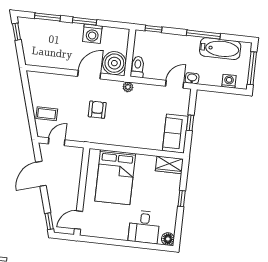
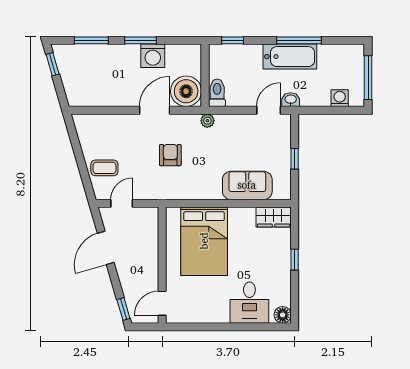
bathtub: (220, 49) -> (290, 57), moved
sofa: (175, 134) -> (247, 185), moved, turned 90

